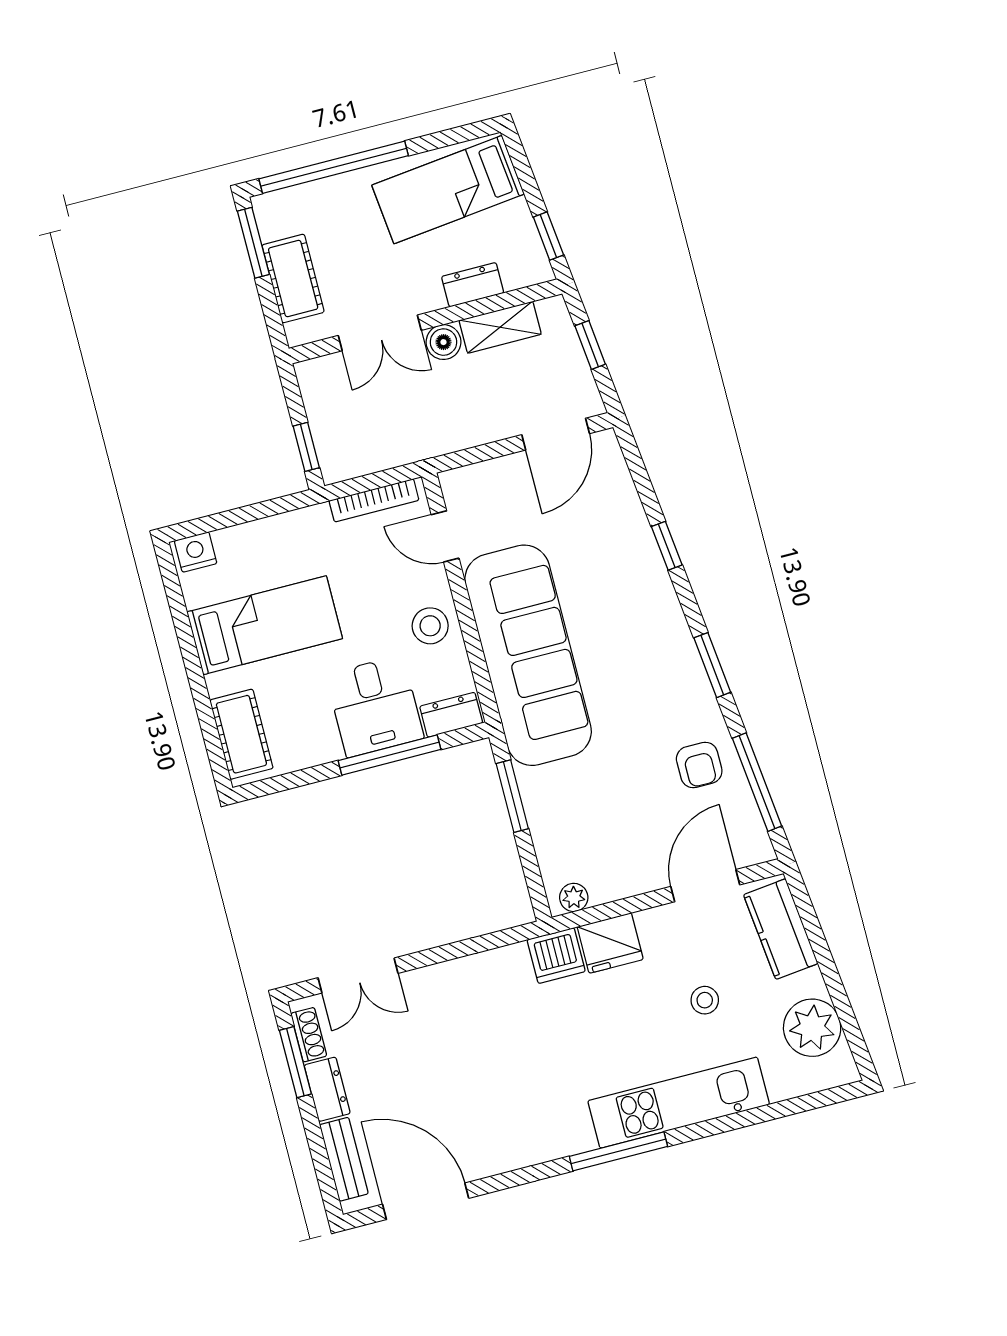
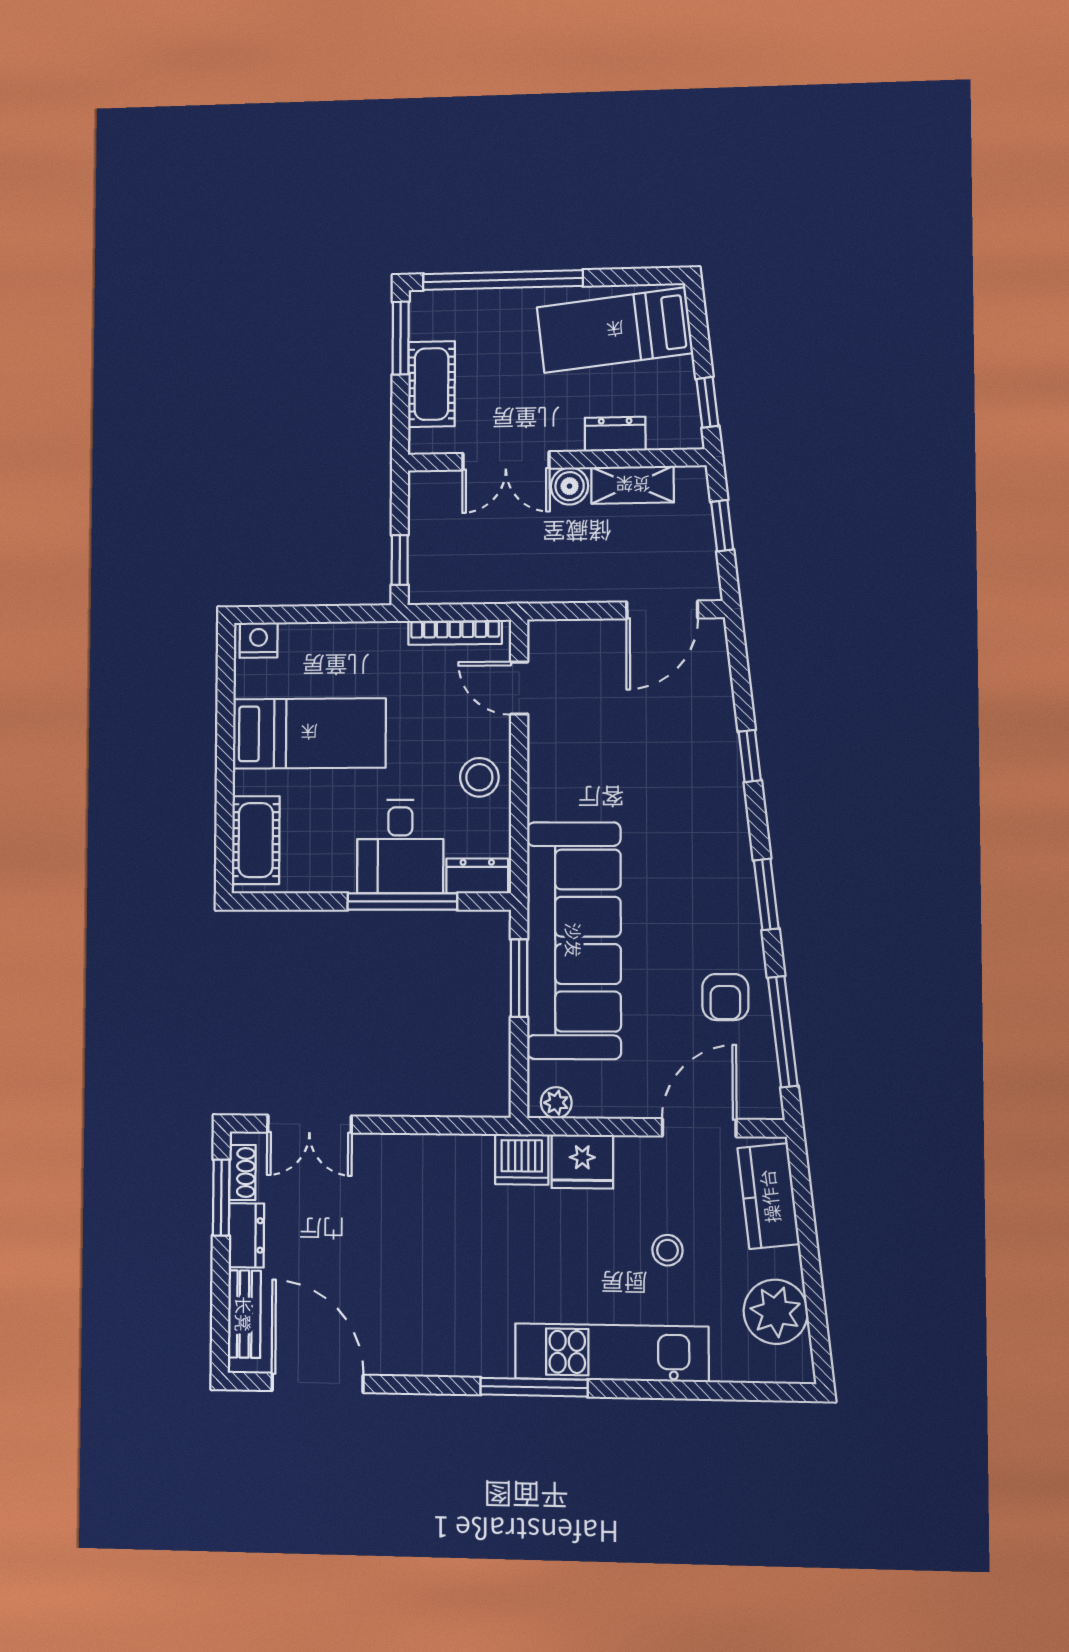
sofa: (528, 655) -> (574, 940), moved

